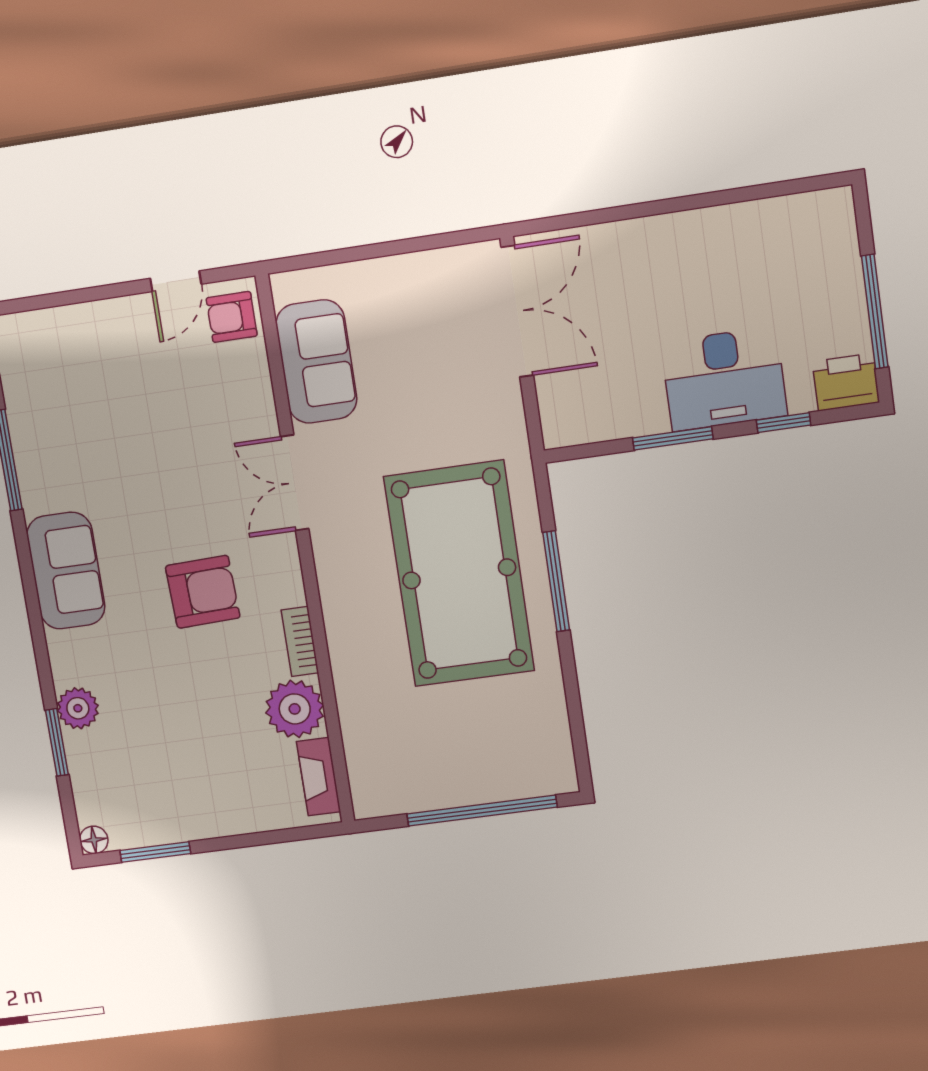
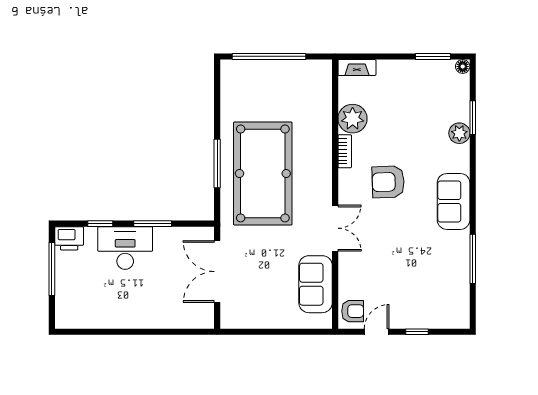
window: (94, 294) -> (417, 332), added
double door: (517, 311) -> (217, 272), moved
fireplace: (319, 777) -> (357, 68), moved, turned 90

